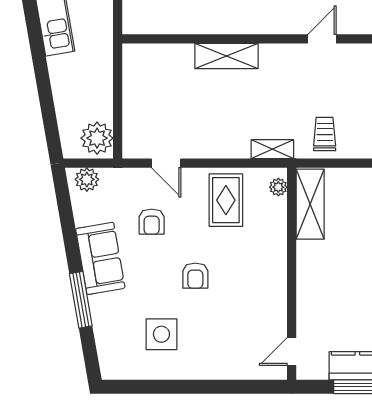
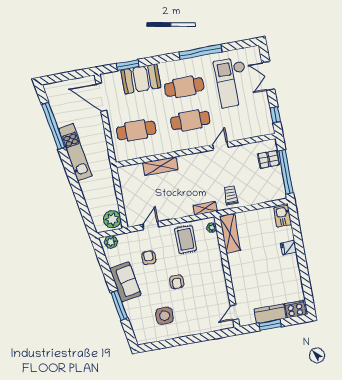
shelving: (227, 56) -> (160, 166), moved
door: (166, 163) -> (151, 226), swing flipped
armchair: (152, 222) -> (149, 258), turned 180

